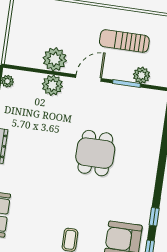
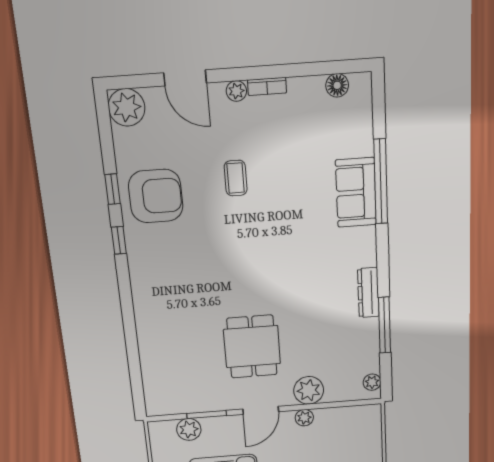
plant: (55, 59) -> (304, 418), width x0.53, depth x0.53
dining table: (95, 153) -> (252, 347), moved

